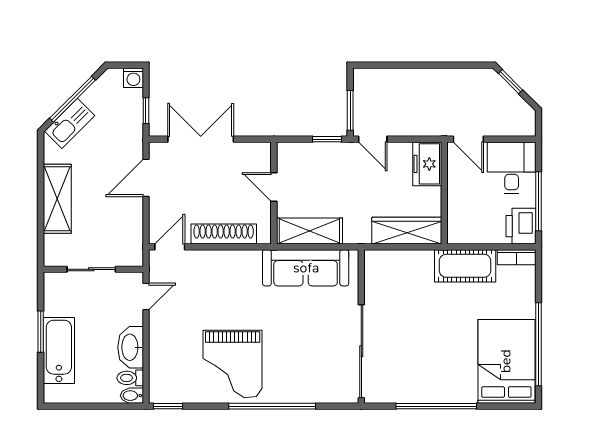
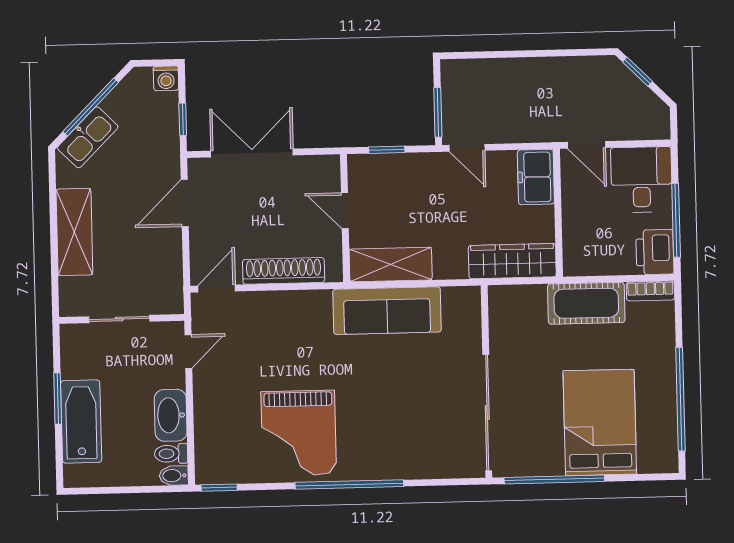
window: (327, 139) -> (387, 150), moved
wall: (361, 326) -> (486, 382), moved
sliding door: (361, 351) -> (487, 412), moved
bed: (506, 361) -> (600, 422), moved

